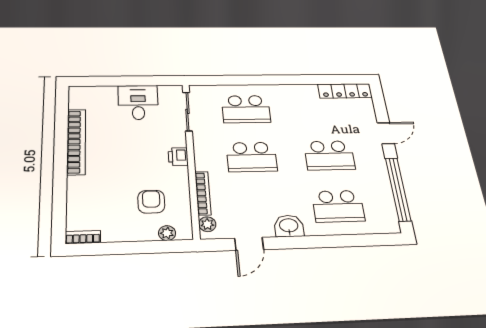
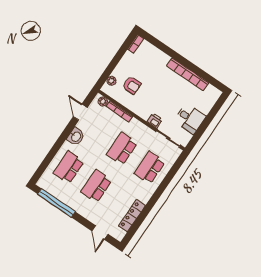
locker: (345, 91) -> (132, 216), moved
door: (386, 133) -> (100, 232), moved
printer: (178, 157) -> (155, 121), moved

